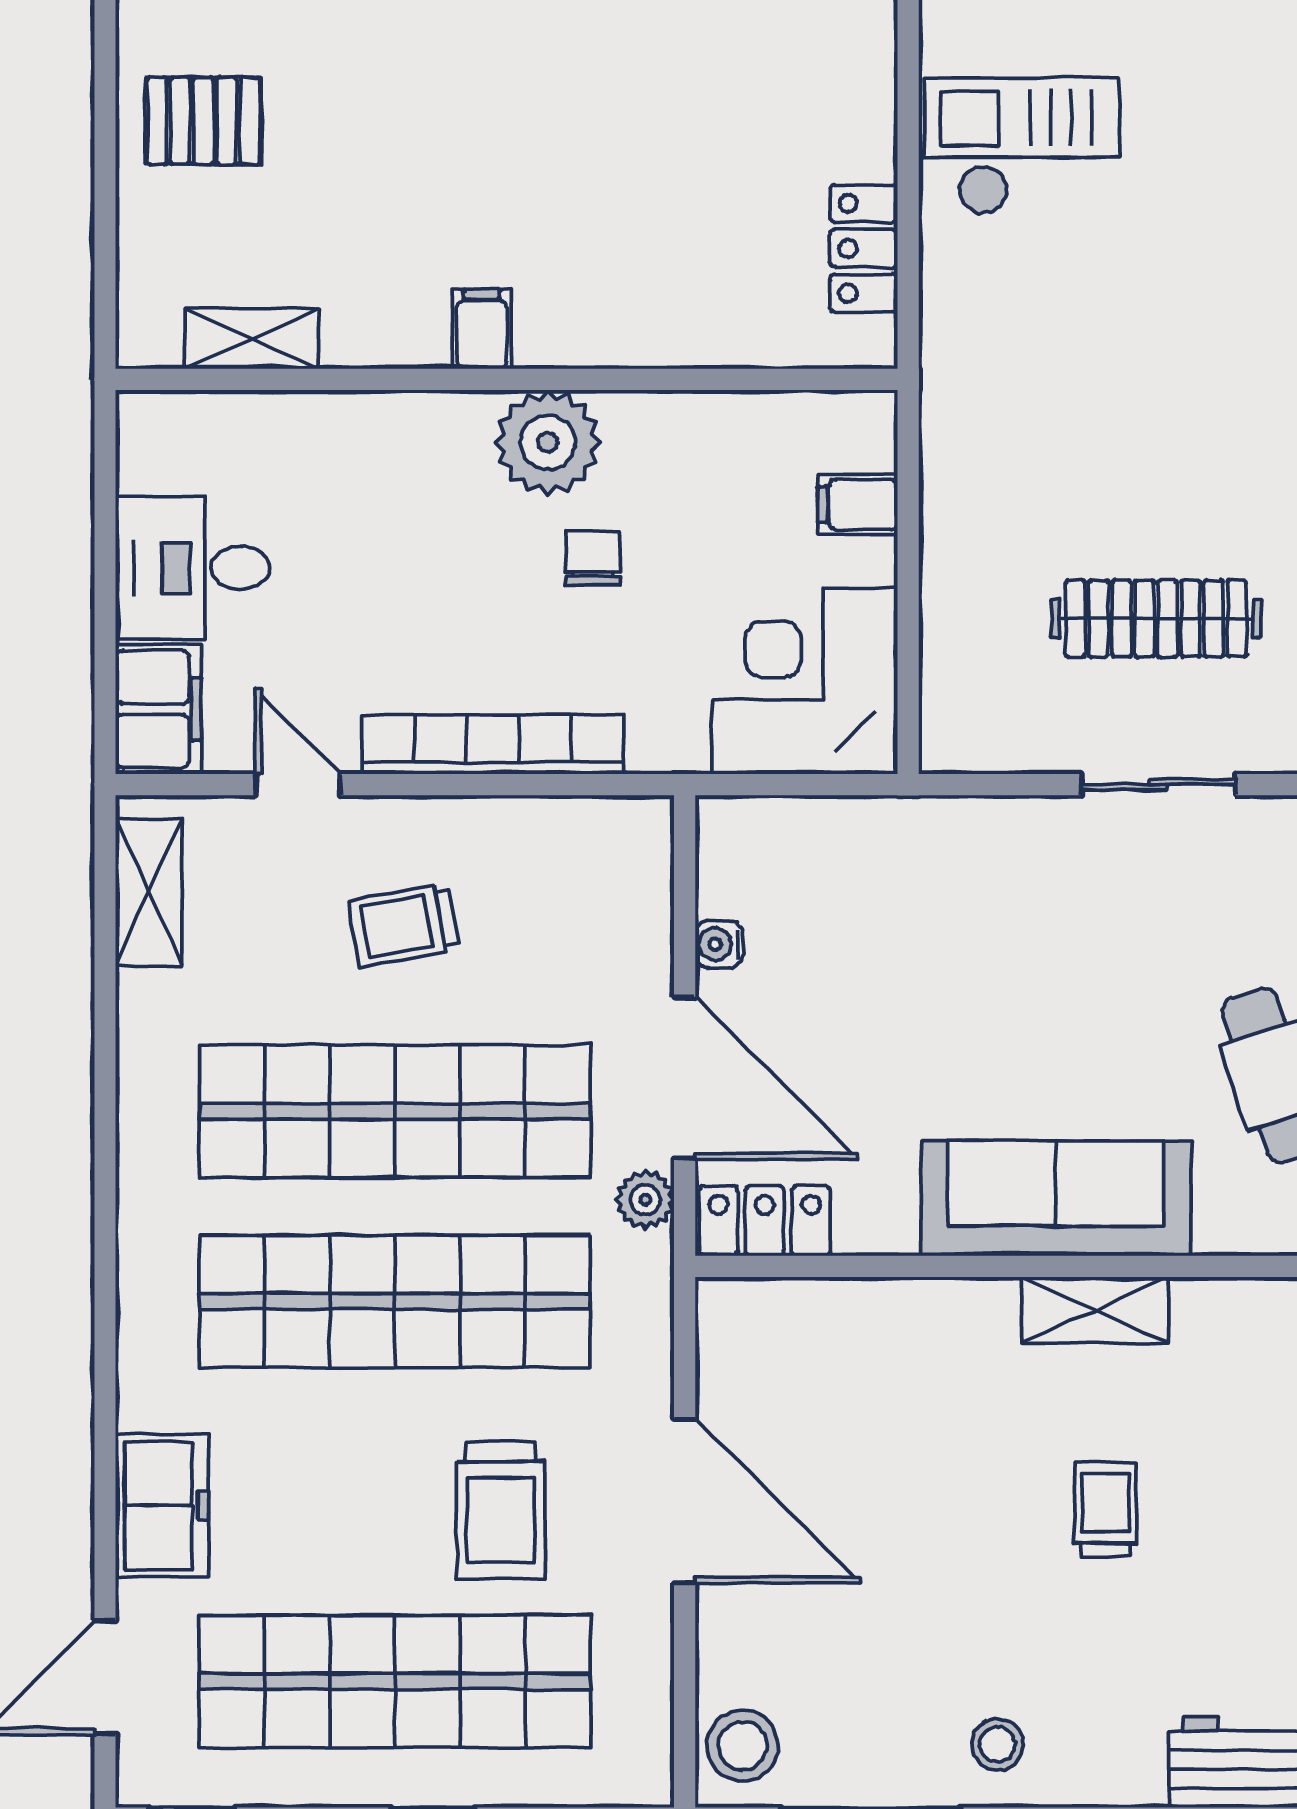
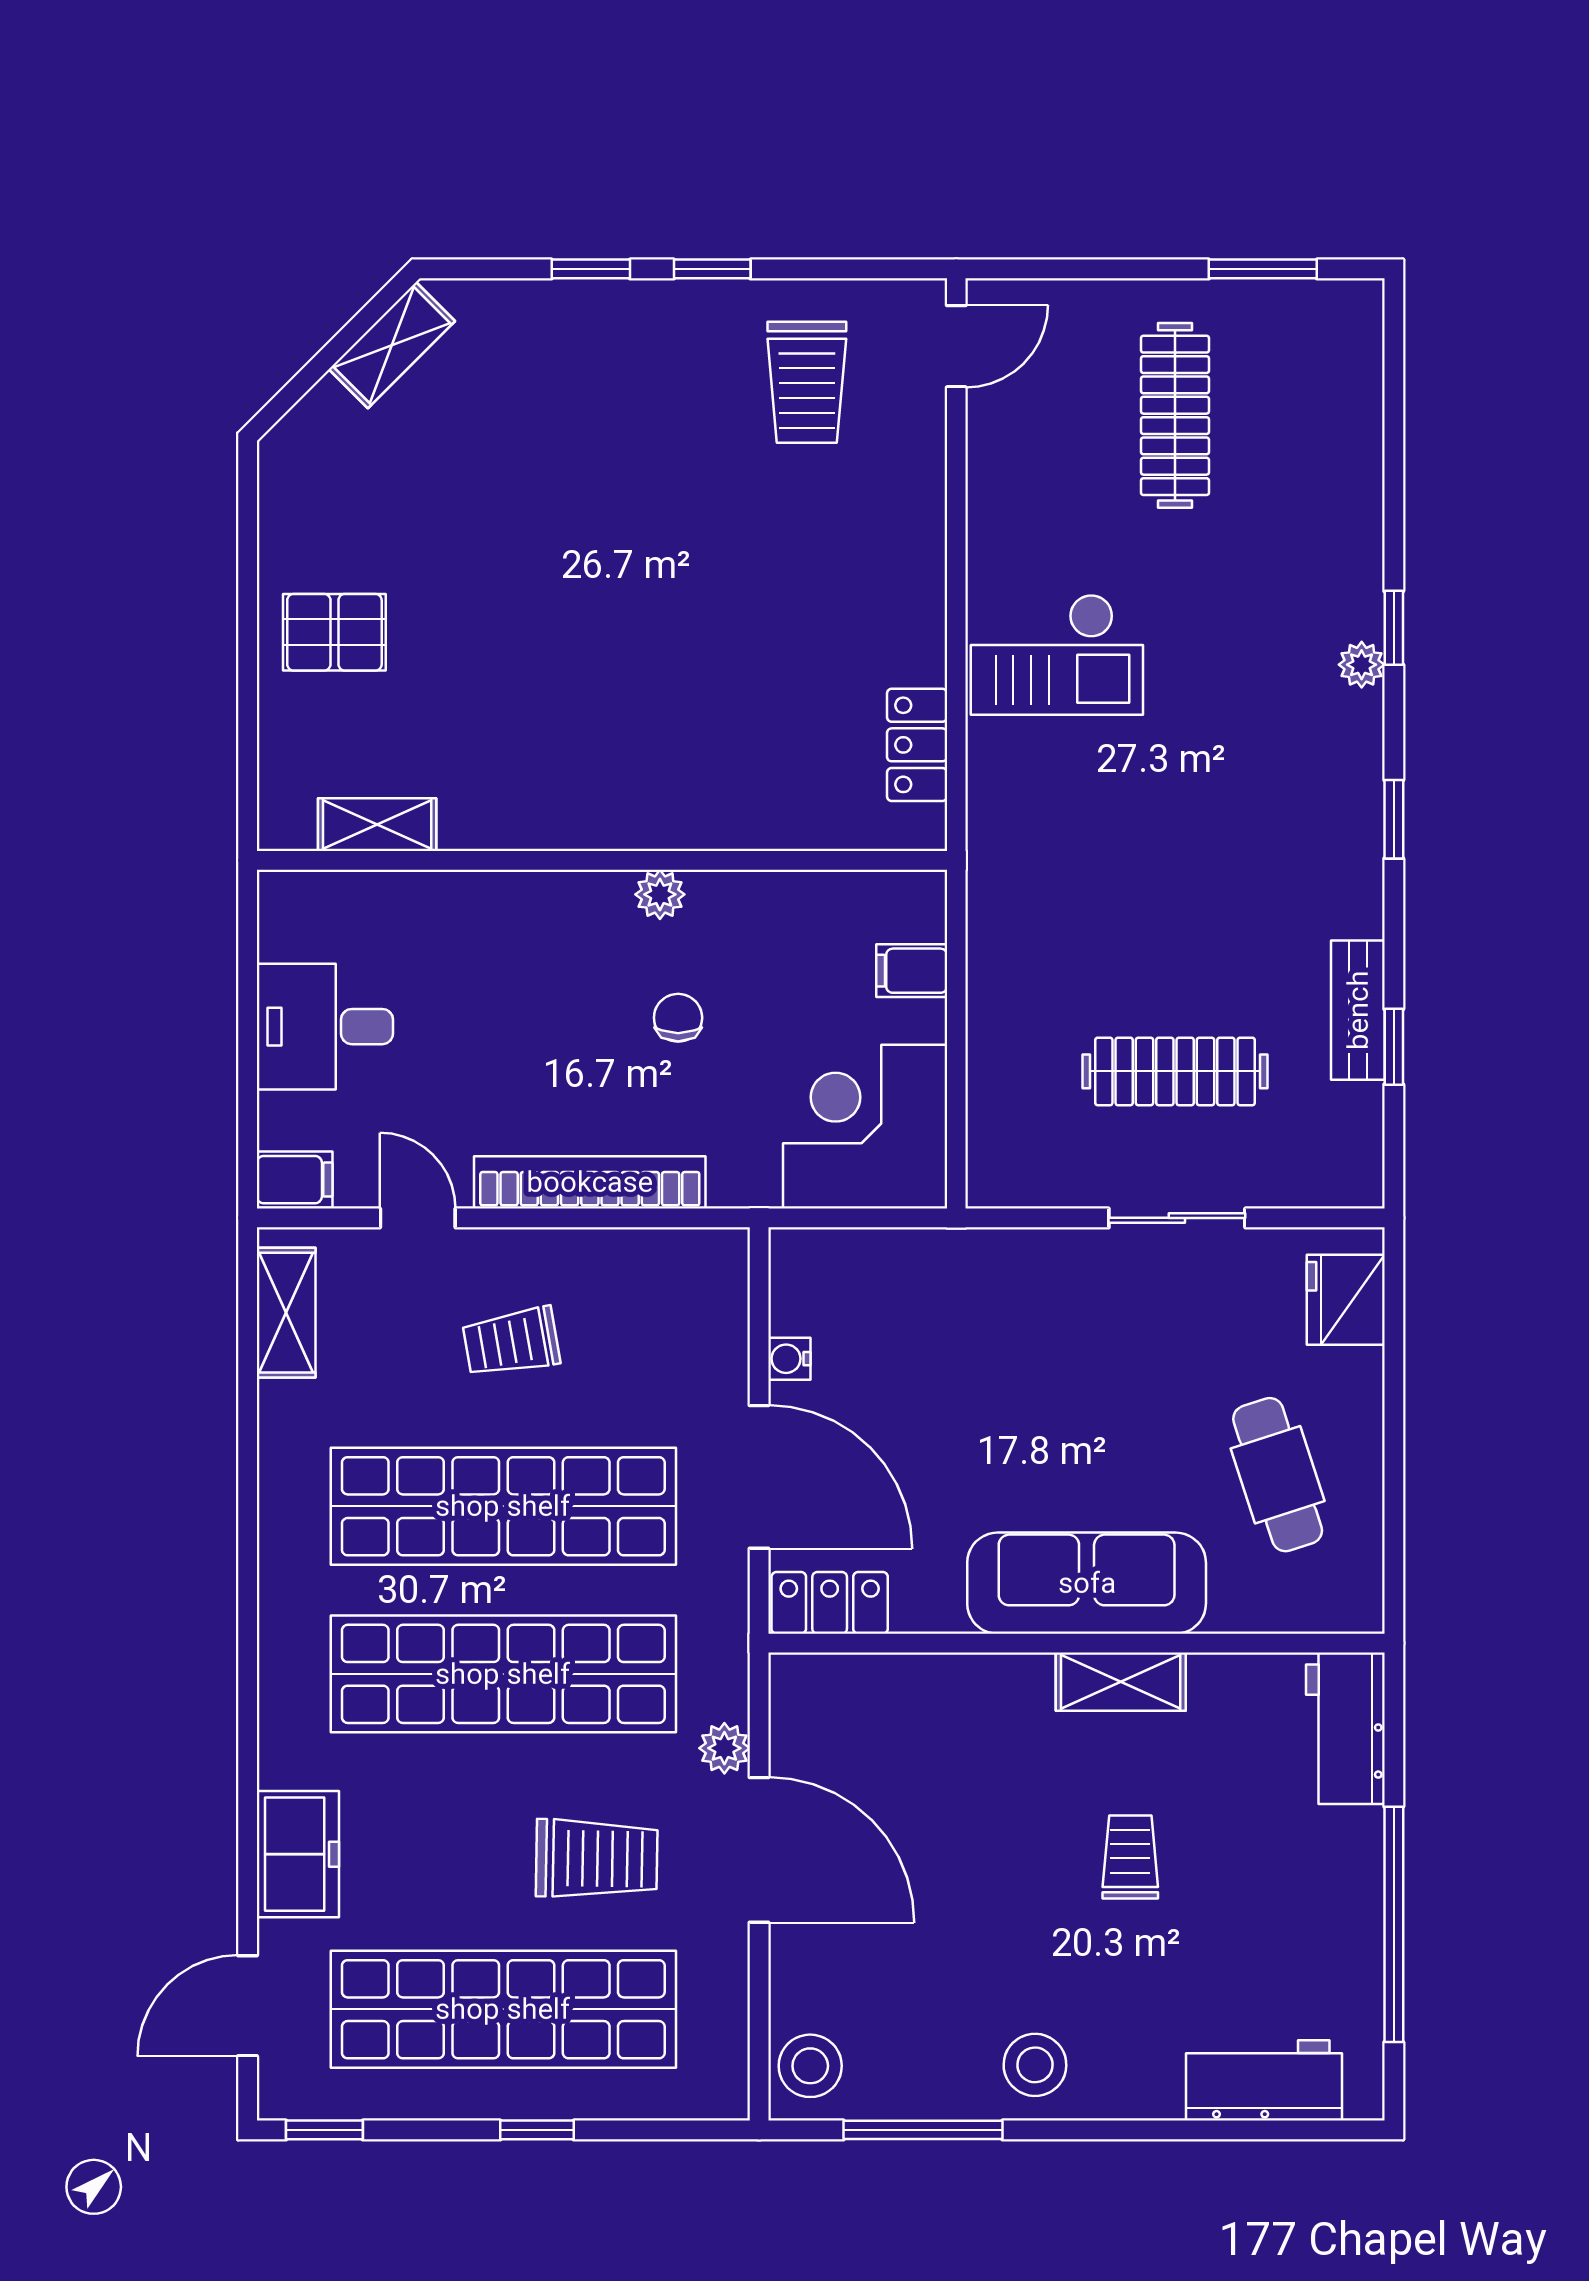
checkout: (1022, 146) -> (1057, 655), turned 180
filing cabinet: (482, 329) -> (580, 816), removed
plant: (548, 442) -> (660, 894), width x0.53, depth x0.53
filing cabinet: (158, 709) -> (295, 1180), width x0.50
plant: (645, 1200) -> (724, 1748), moved
trolley: (501, 1511) -> (597, 1859), turned -89
stool: (997, 1744) -> (1035, 2065), width x1.37, depth x1.37

